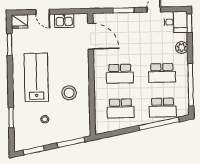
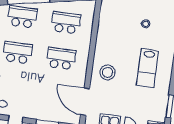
lab bench: (36, 77) -> (148, 68), width x0.73, depth x0.72
stool: (69, 93) -> (107, 72), moved

